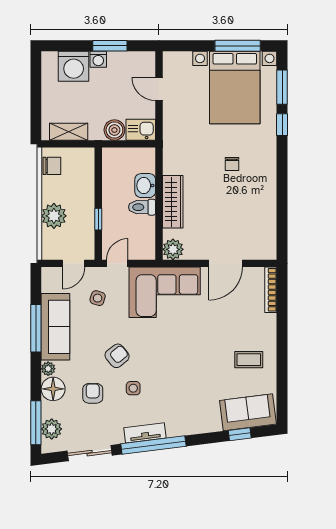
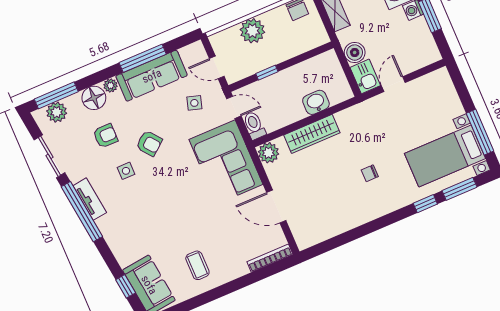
bed with nightstands: (235, 88) -> (445, 156), width x0.73
door: (159, 89) -> (393, 84), moved
toilet: (142, 207) -> (254, 125), moved

